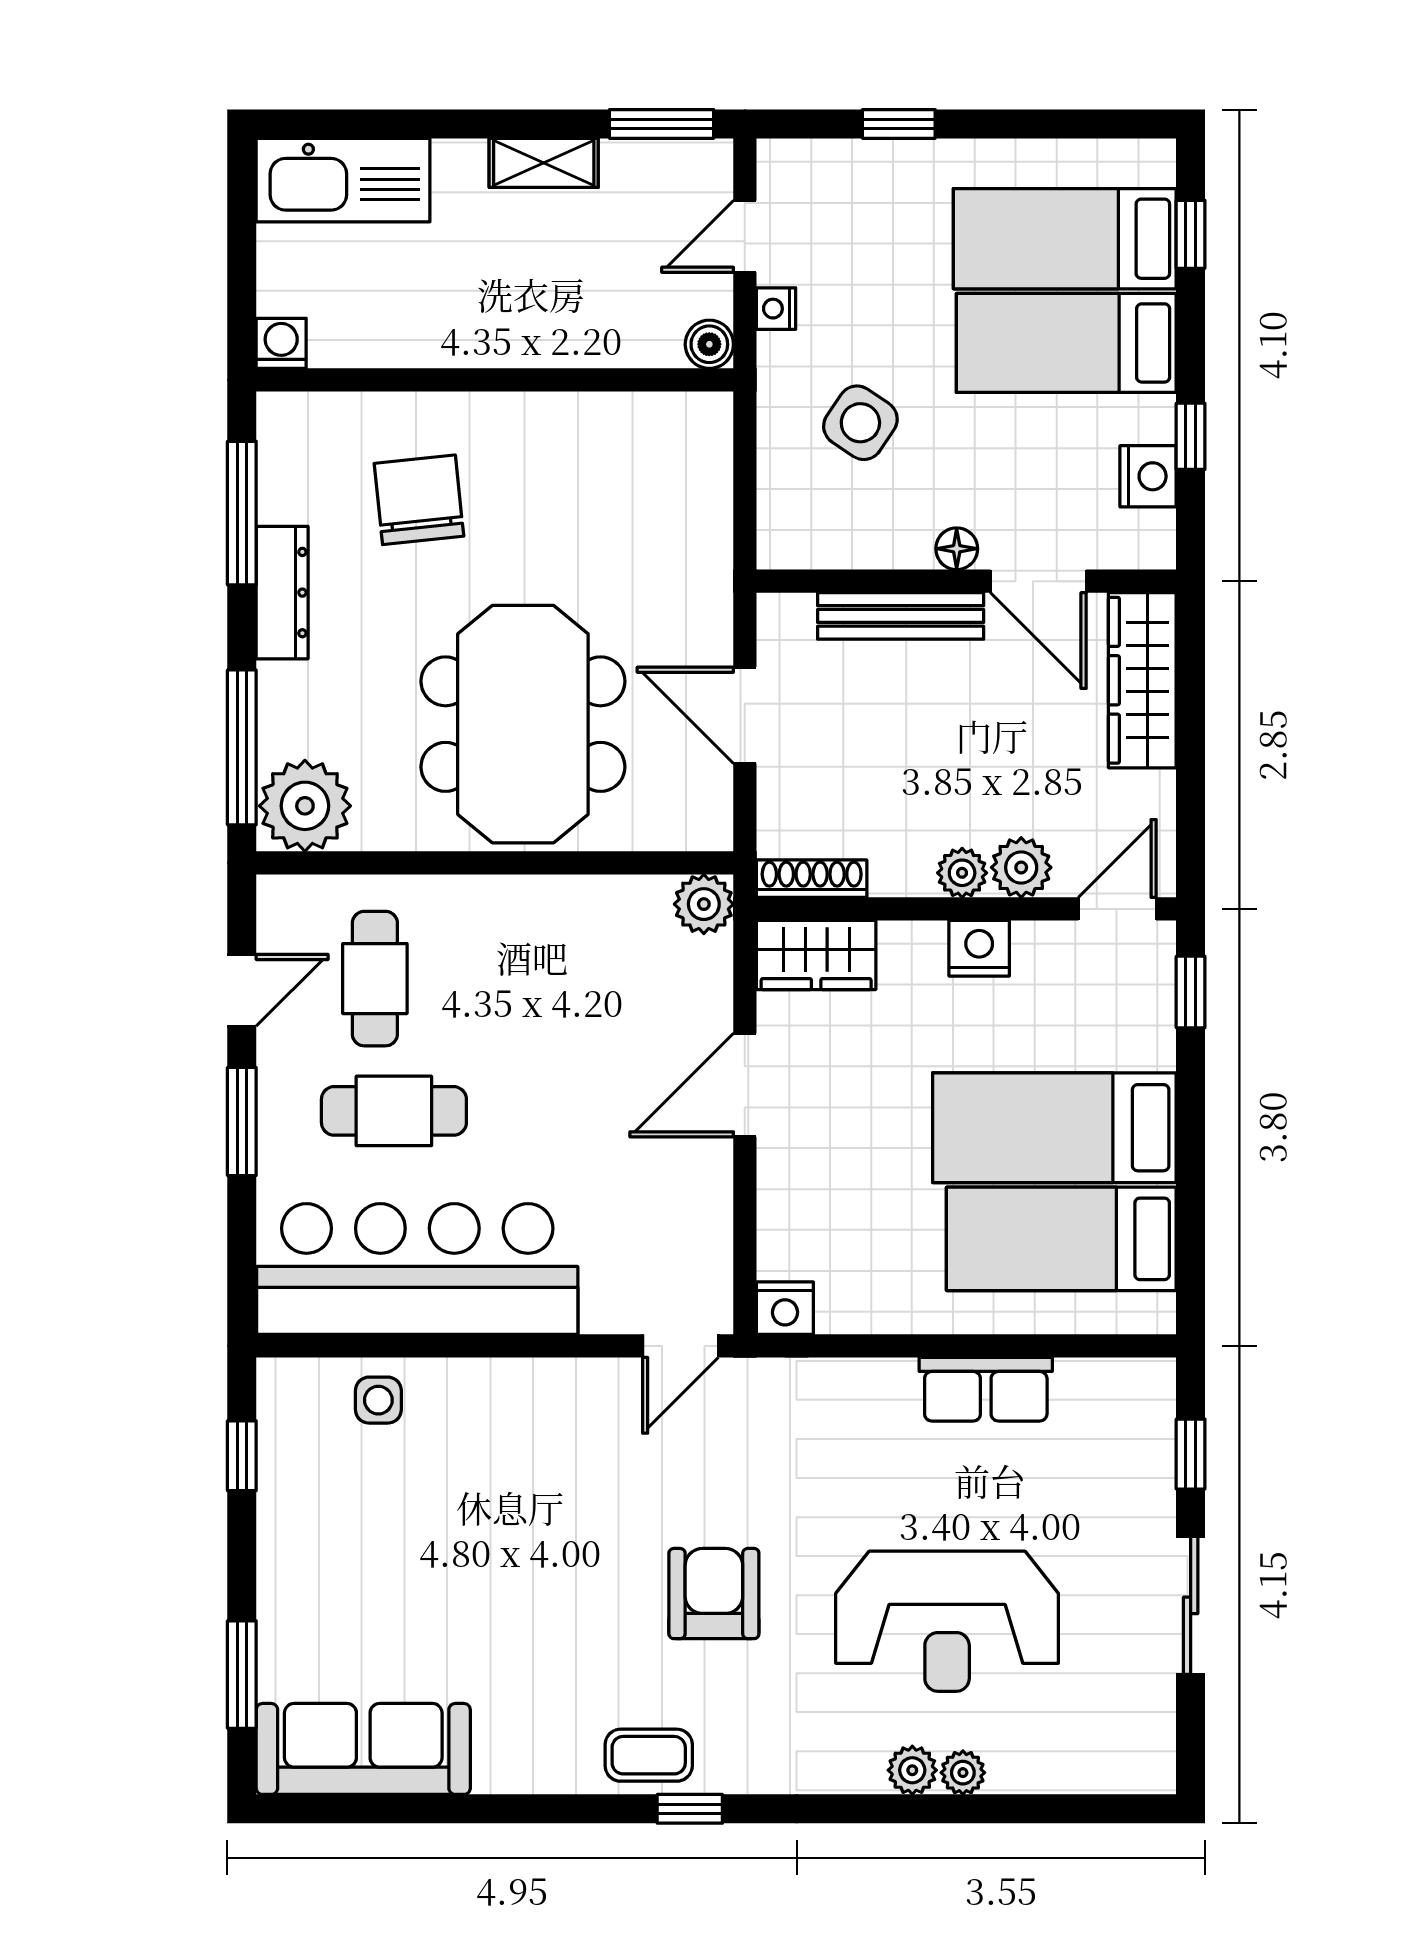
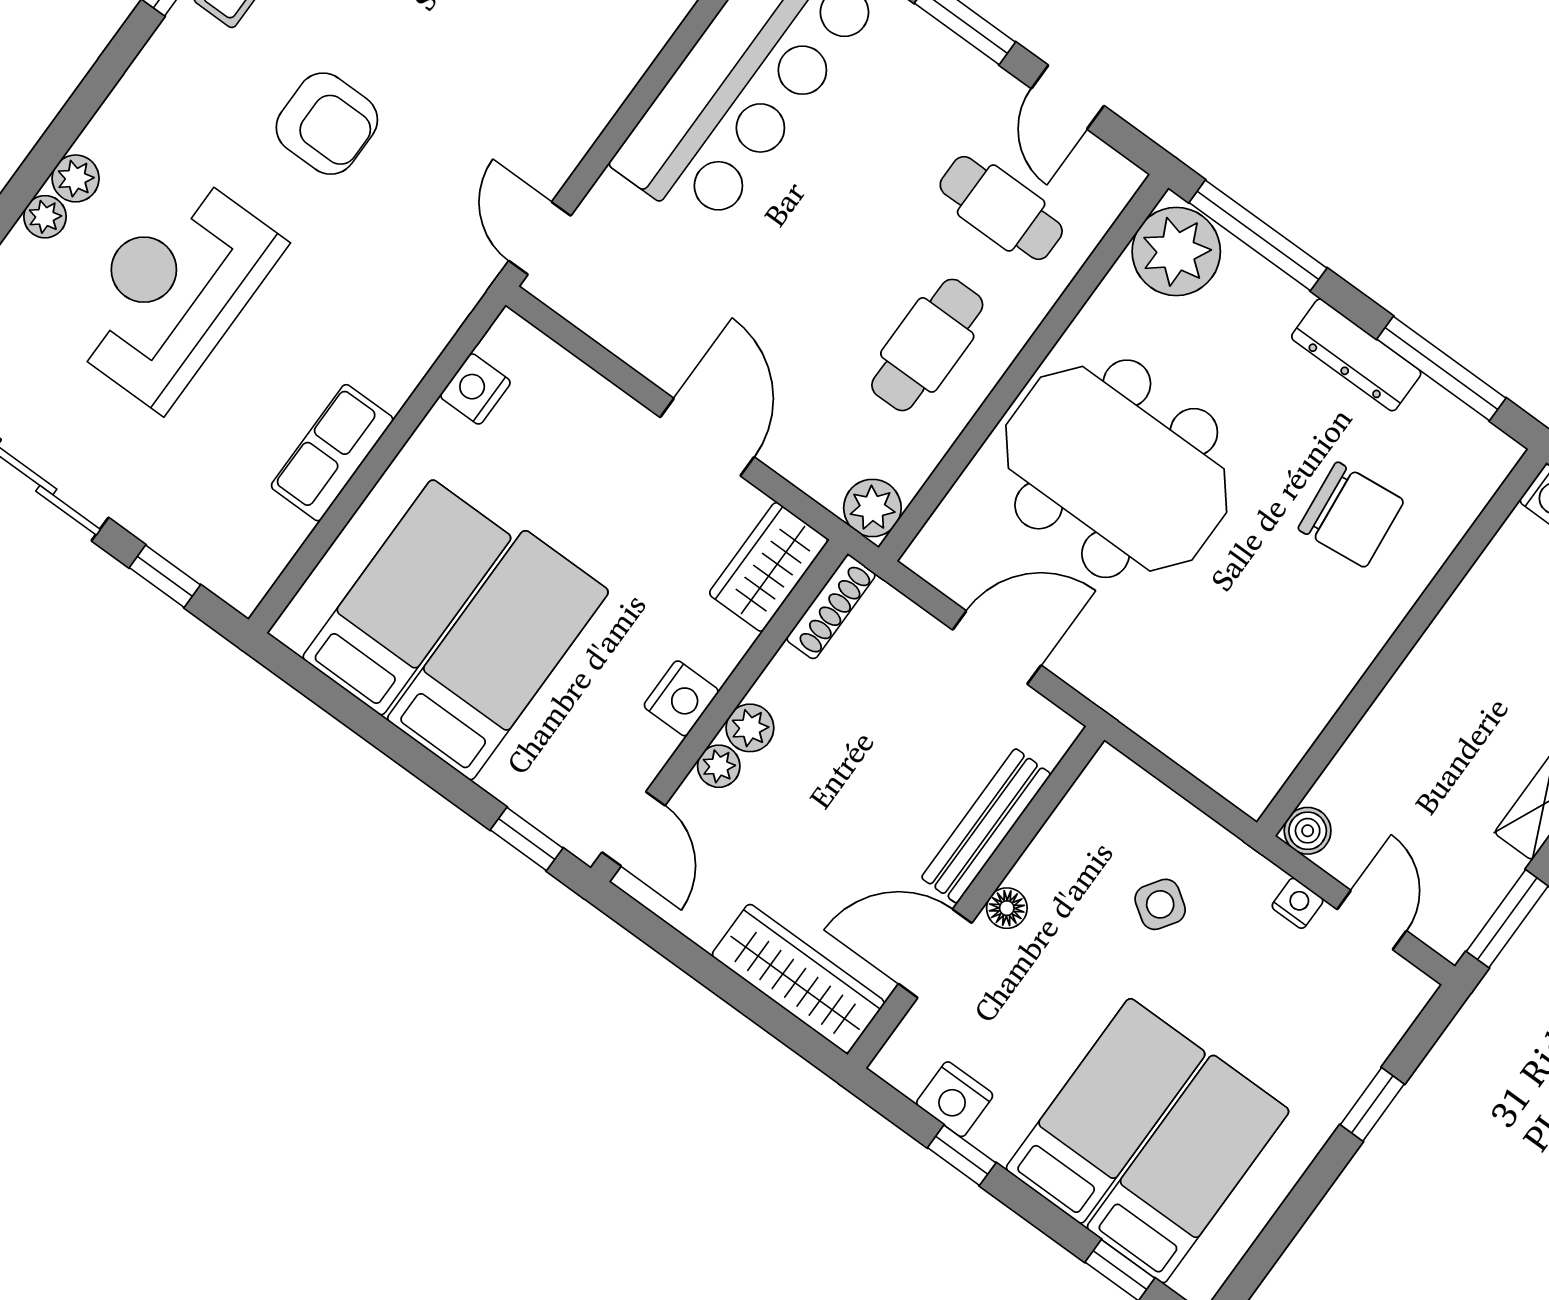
side table: (860, 423) -> (1160, 904), width x0.73, depth x0.73
plant: (1021, 867) -> (719, 766), width x0.73, depth x0.73
cafe table: (394, 1111) -> (927, 345), moved
nightstand: (785, 1308) -> (475, 389), moved

